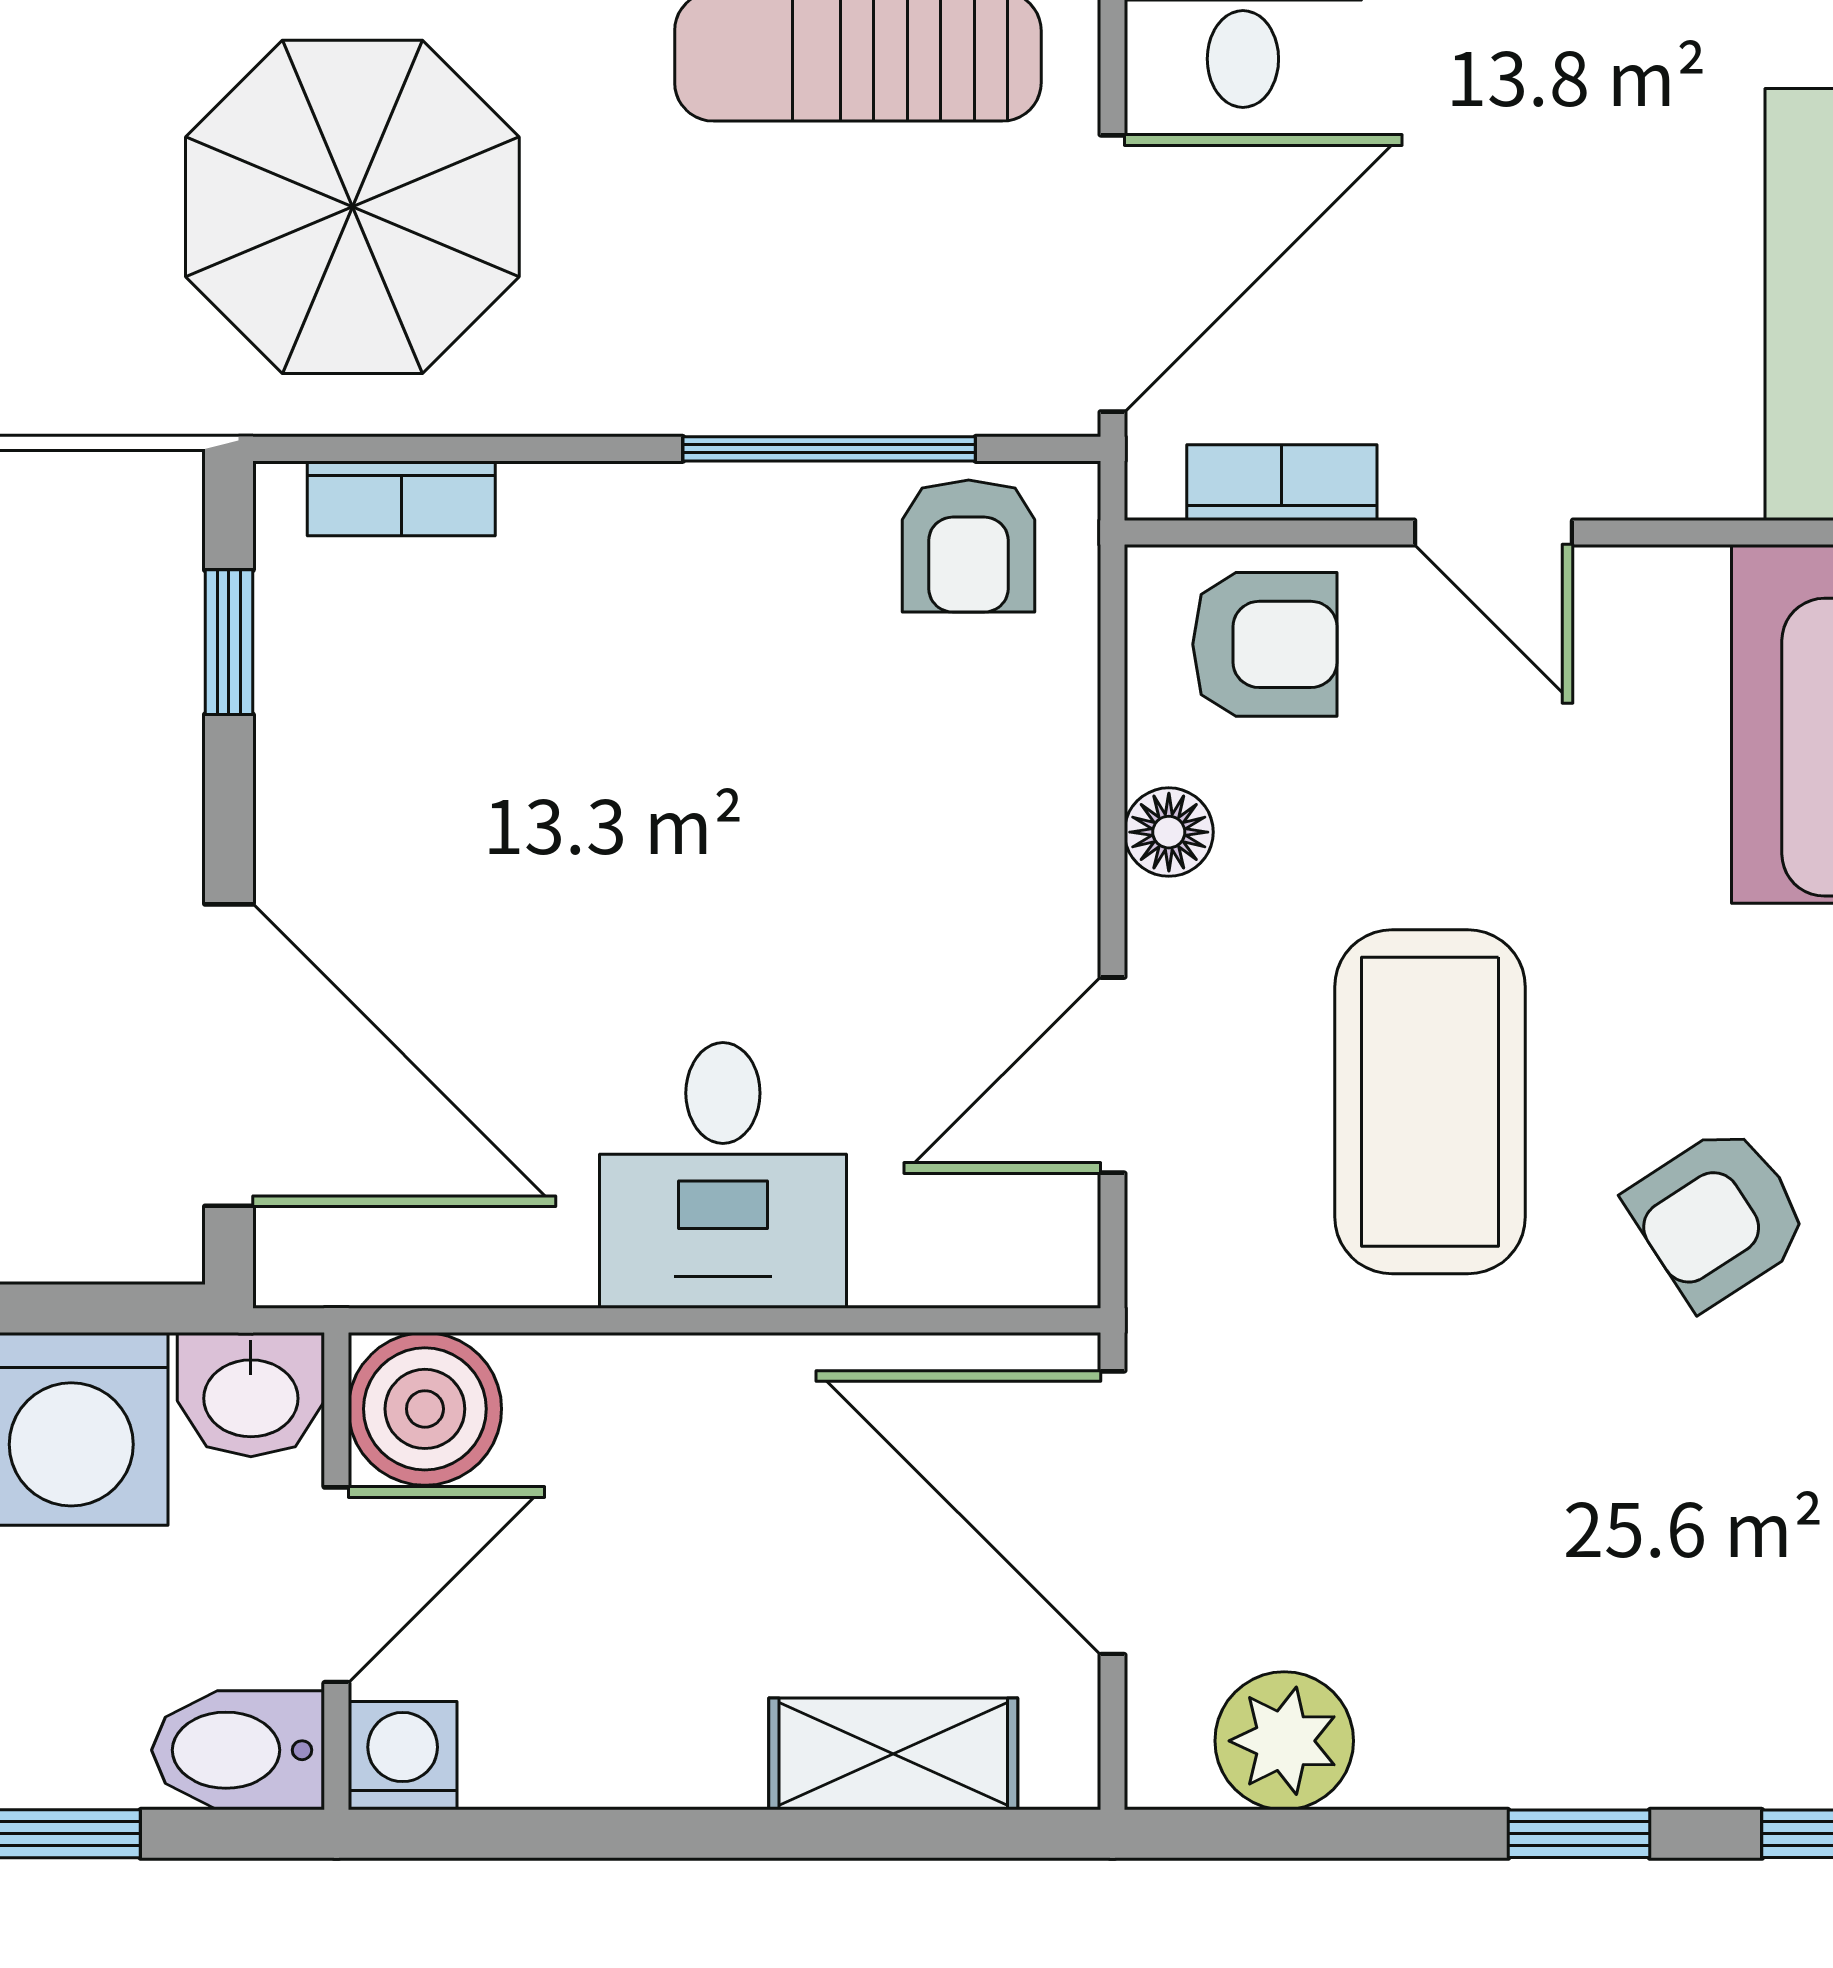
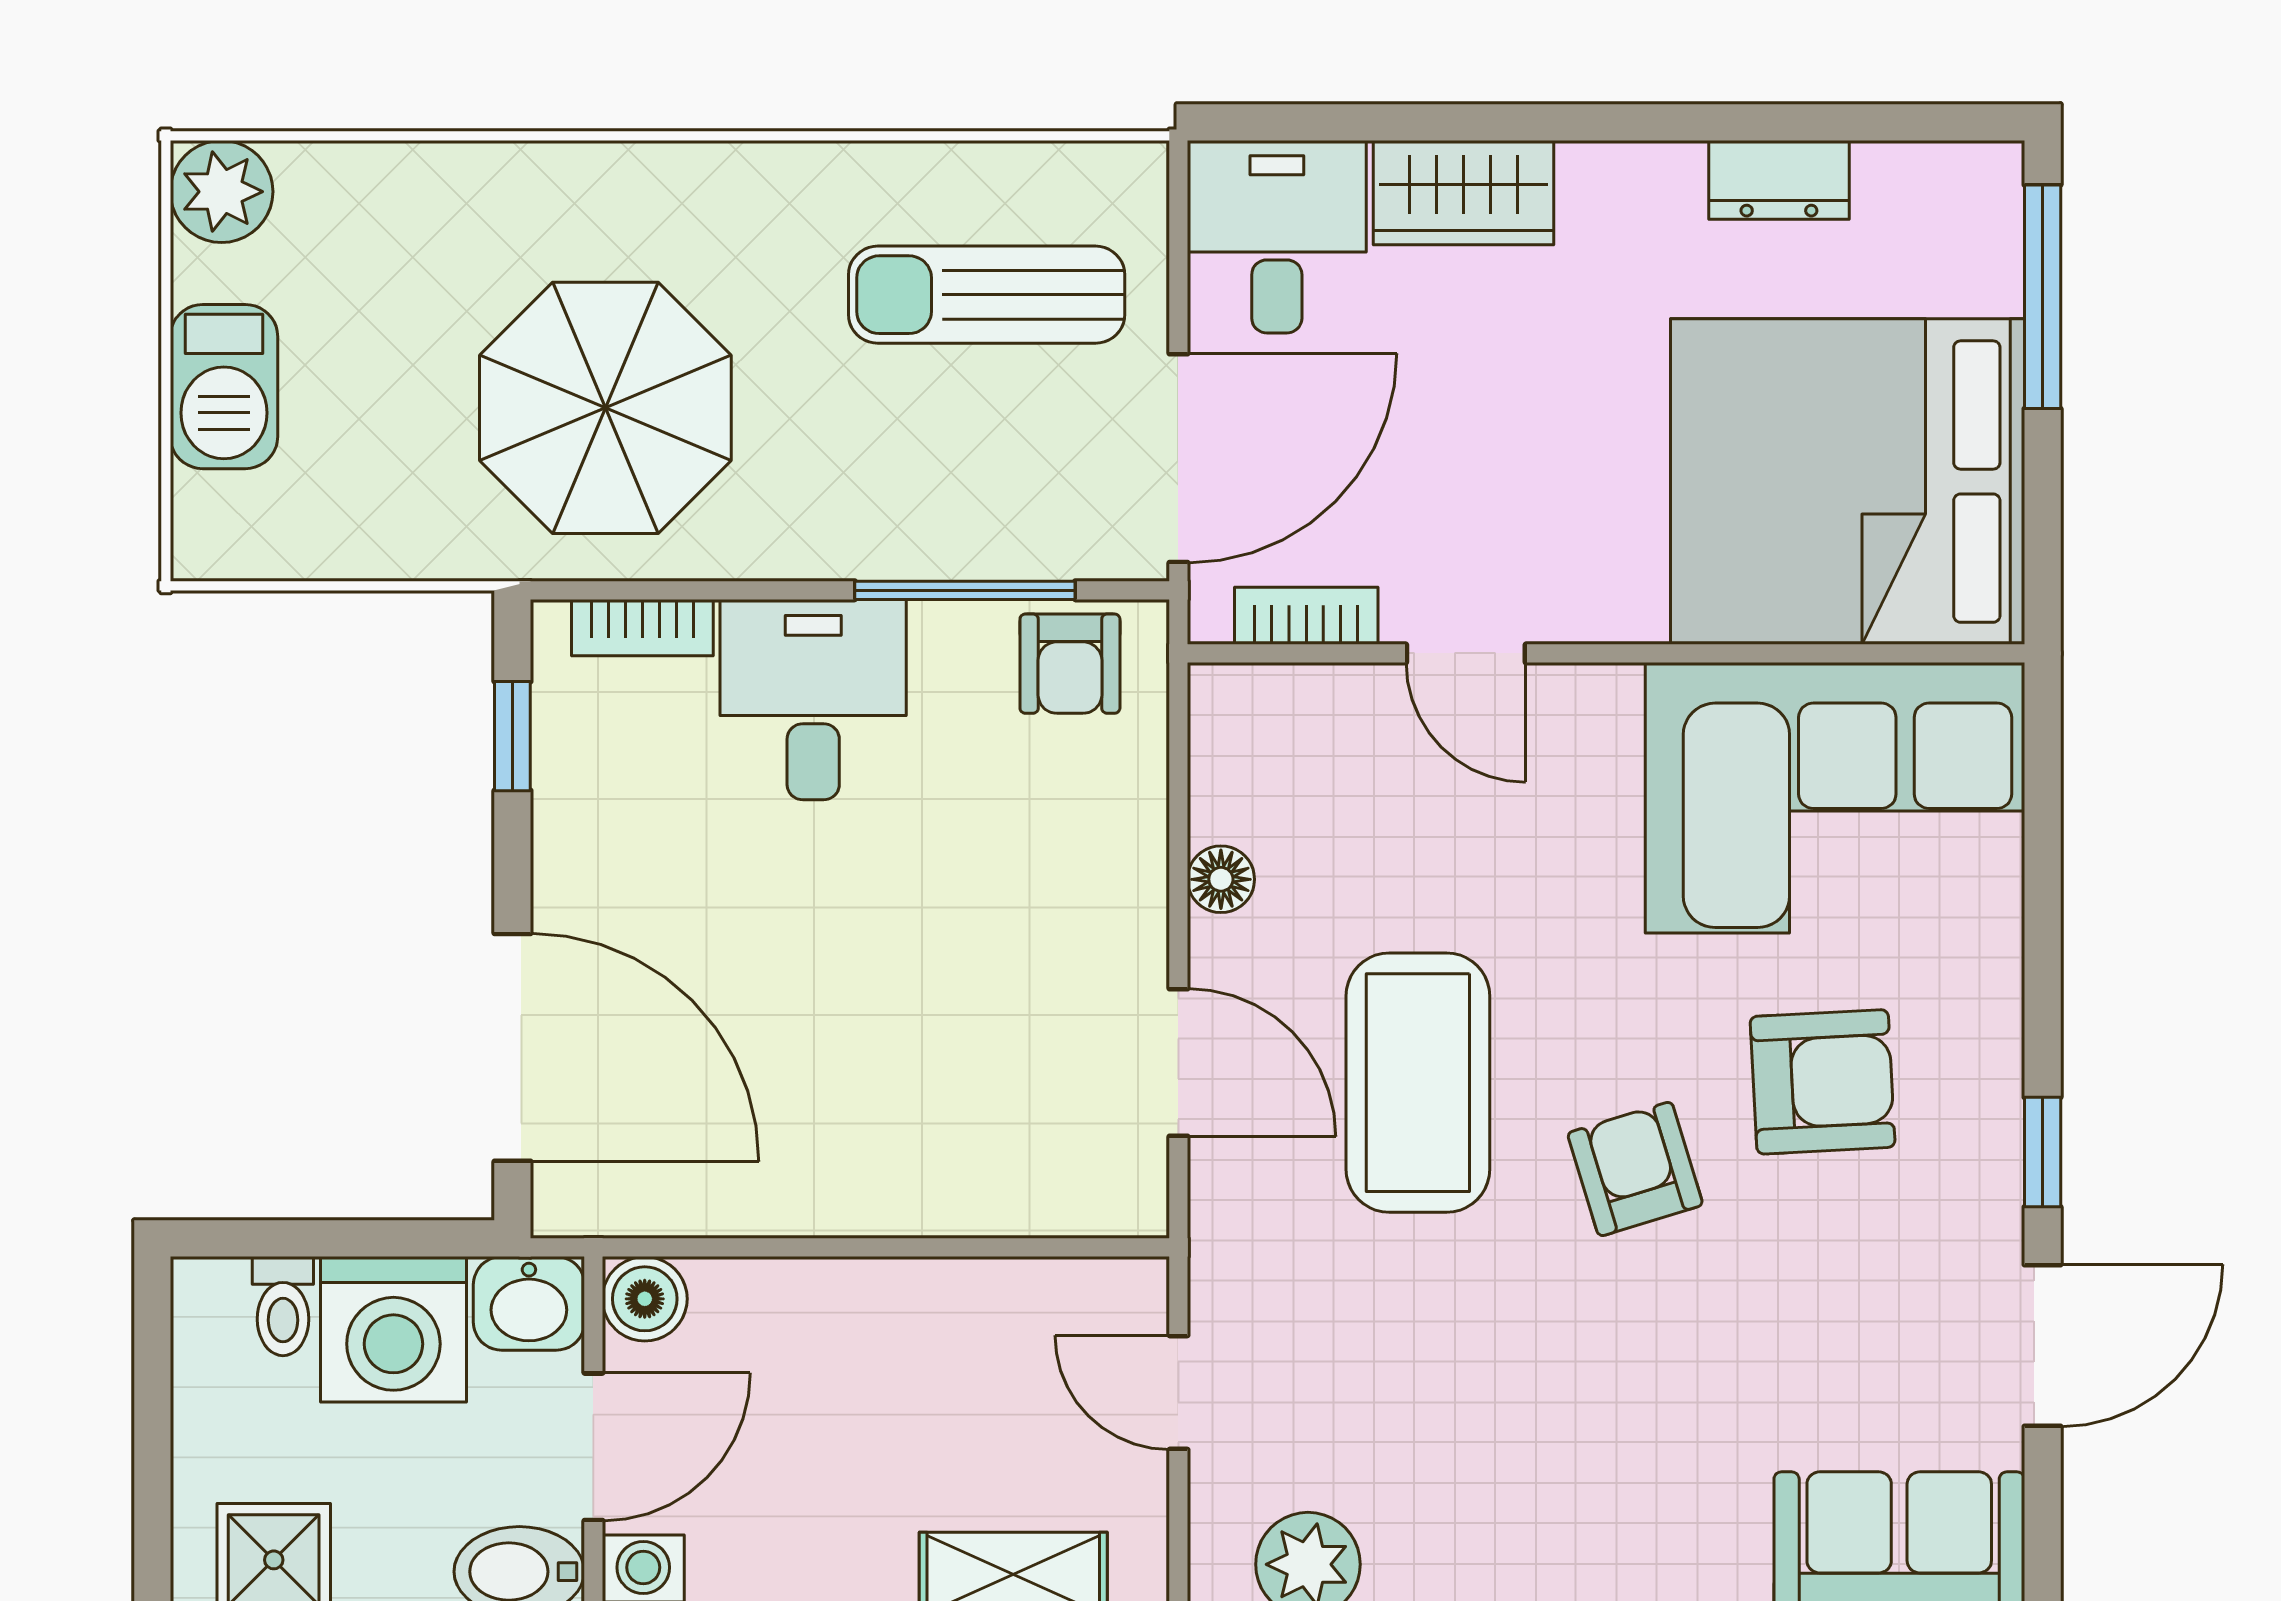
armchair: (1265, 644) -> (1293, 738), removed
door: (1112, 1075) -> (1178, 1063), swing flipped
desk: (723, 1175) -> (813, 700), moved, turned 180
armchair: (1718, 1216) -> (1635, 1169), turned 106
boiler: (425, 1409) -> (645, 1299), width x0.73, depth x0.73
door: (1112, 1513) -> (1178, 1392), width x0.53

